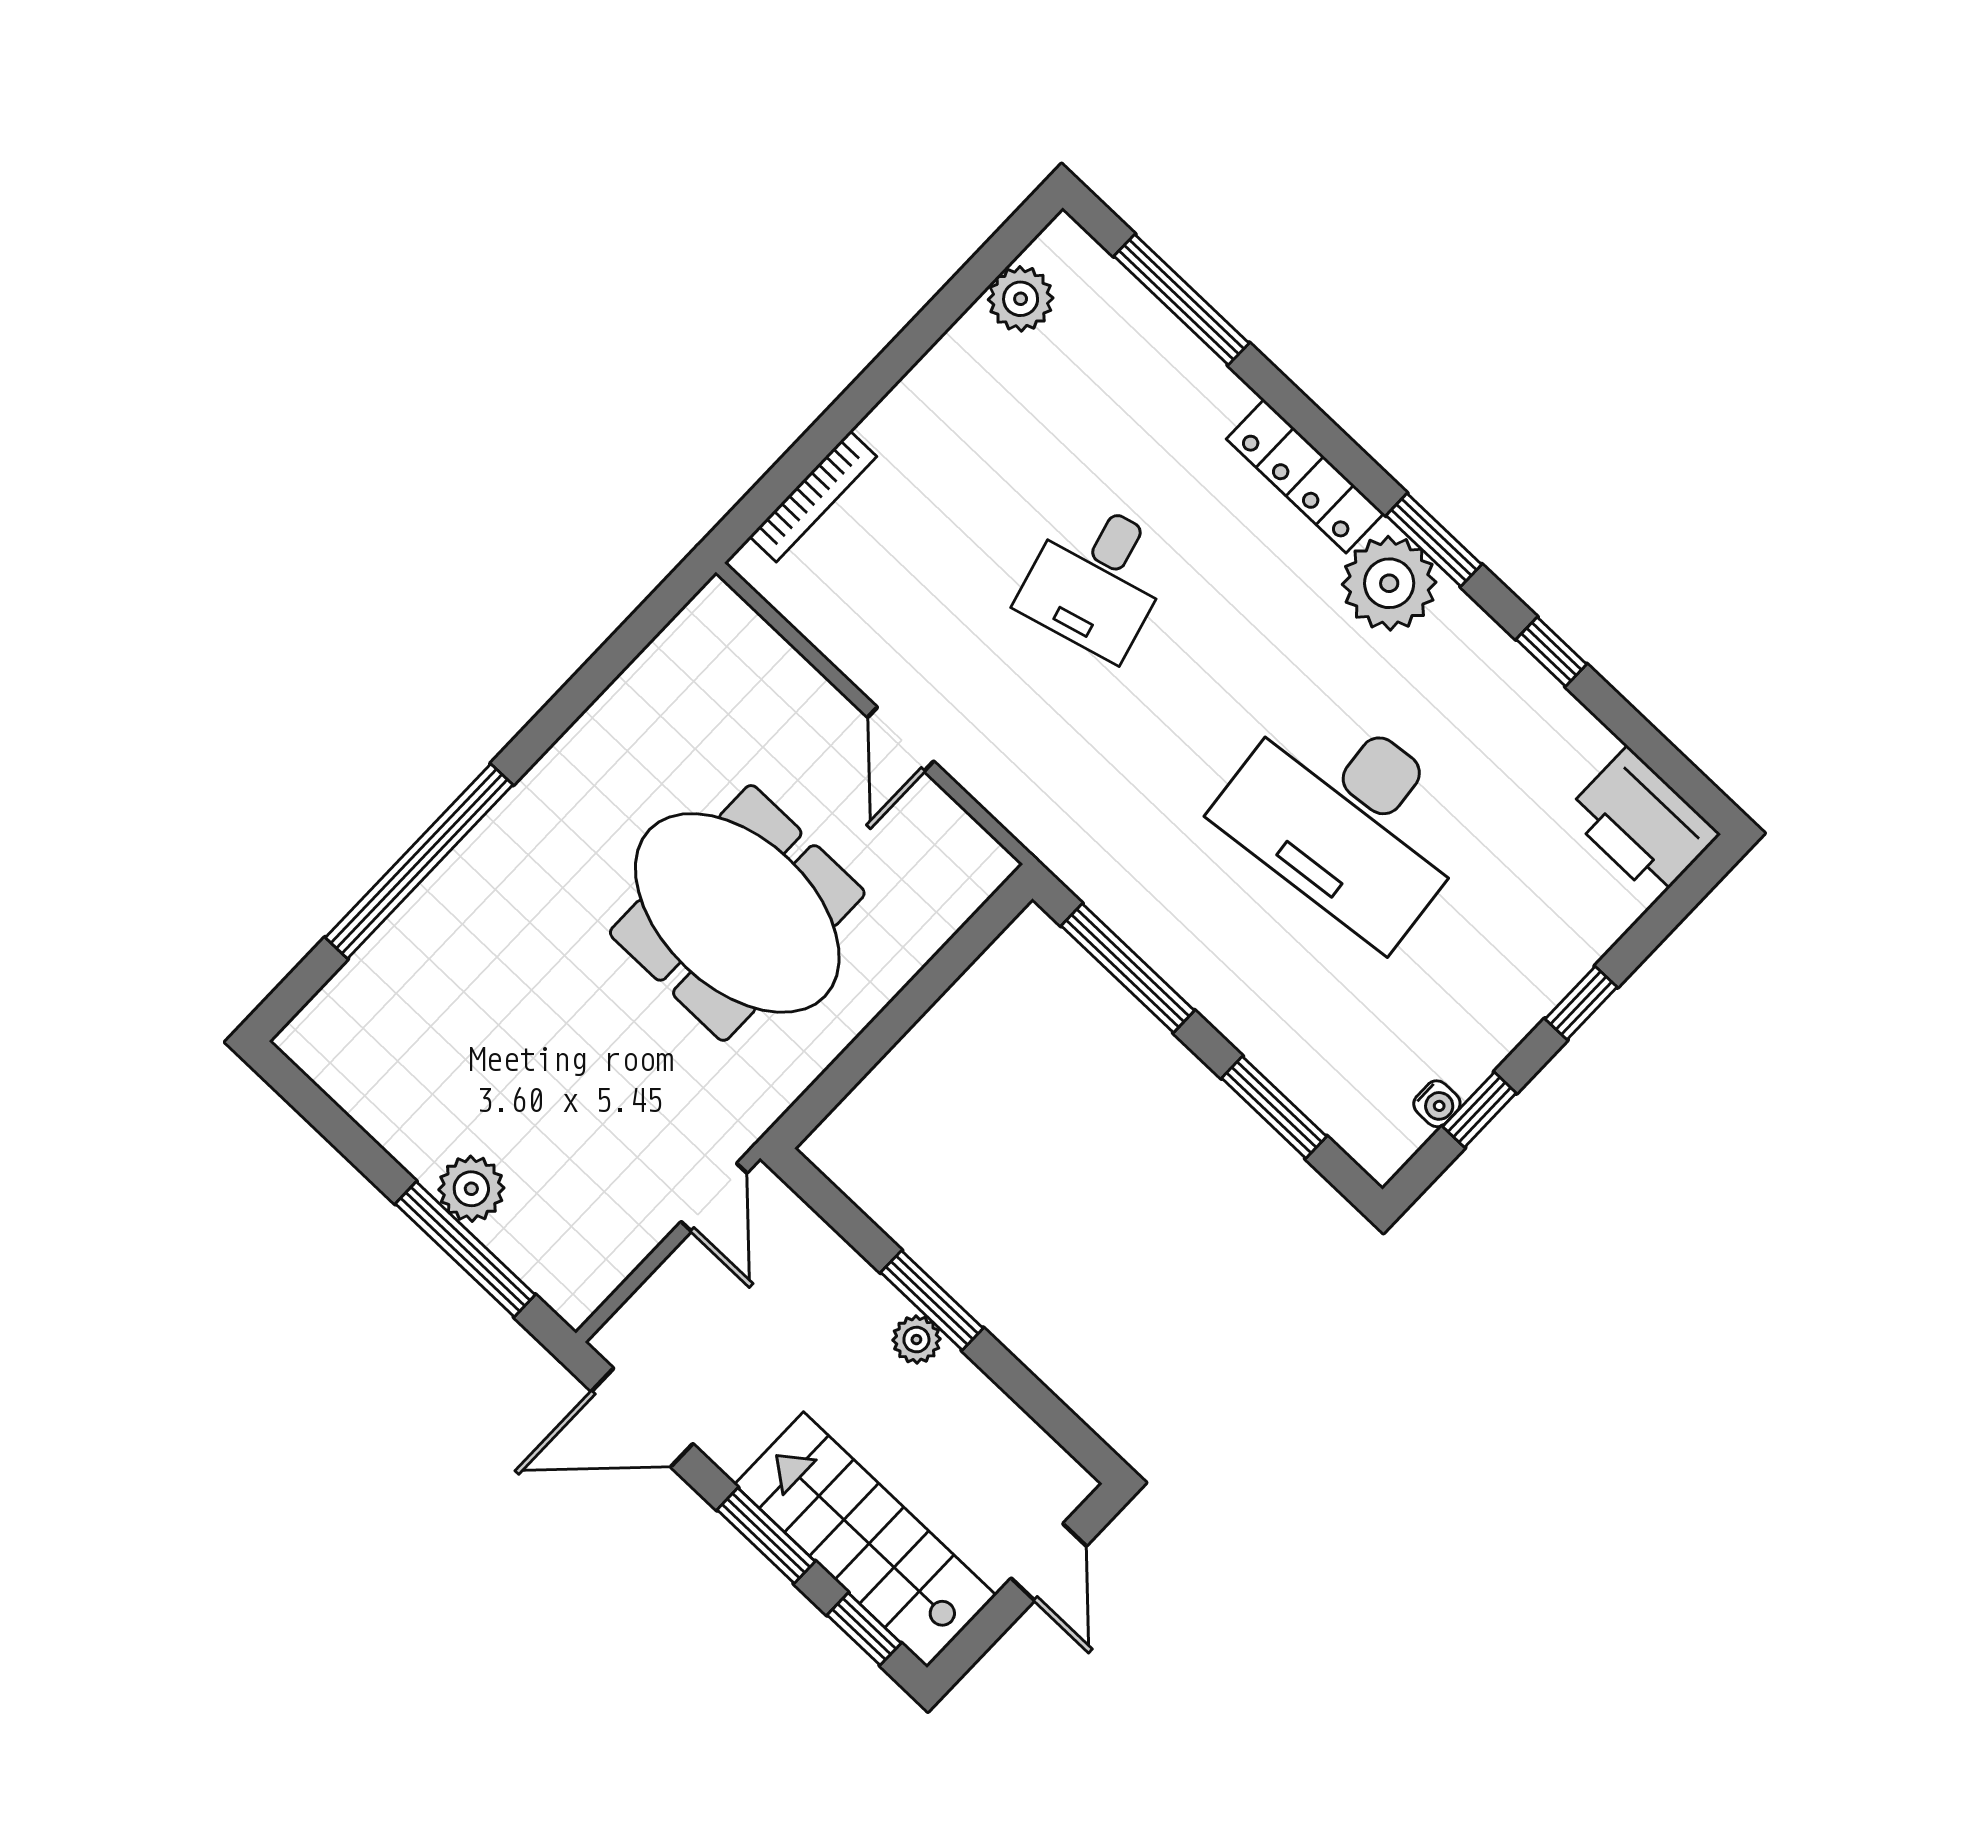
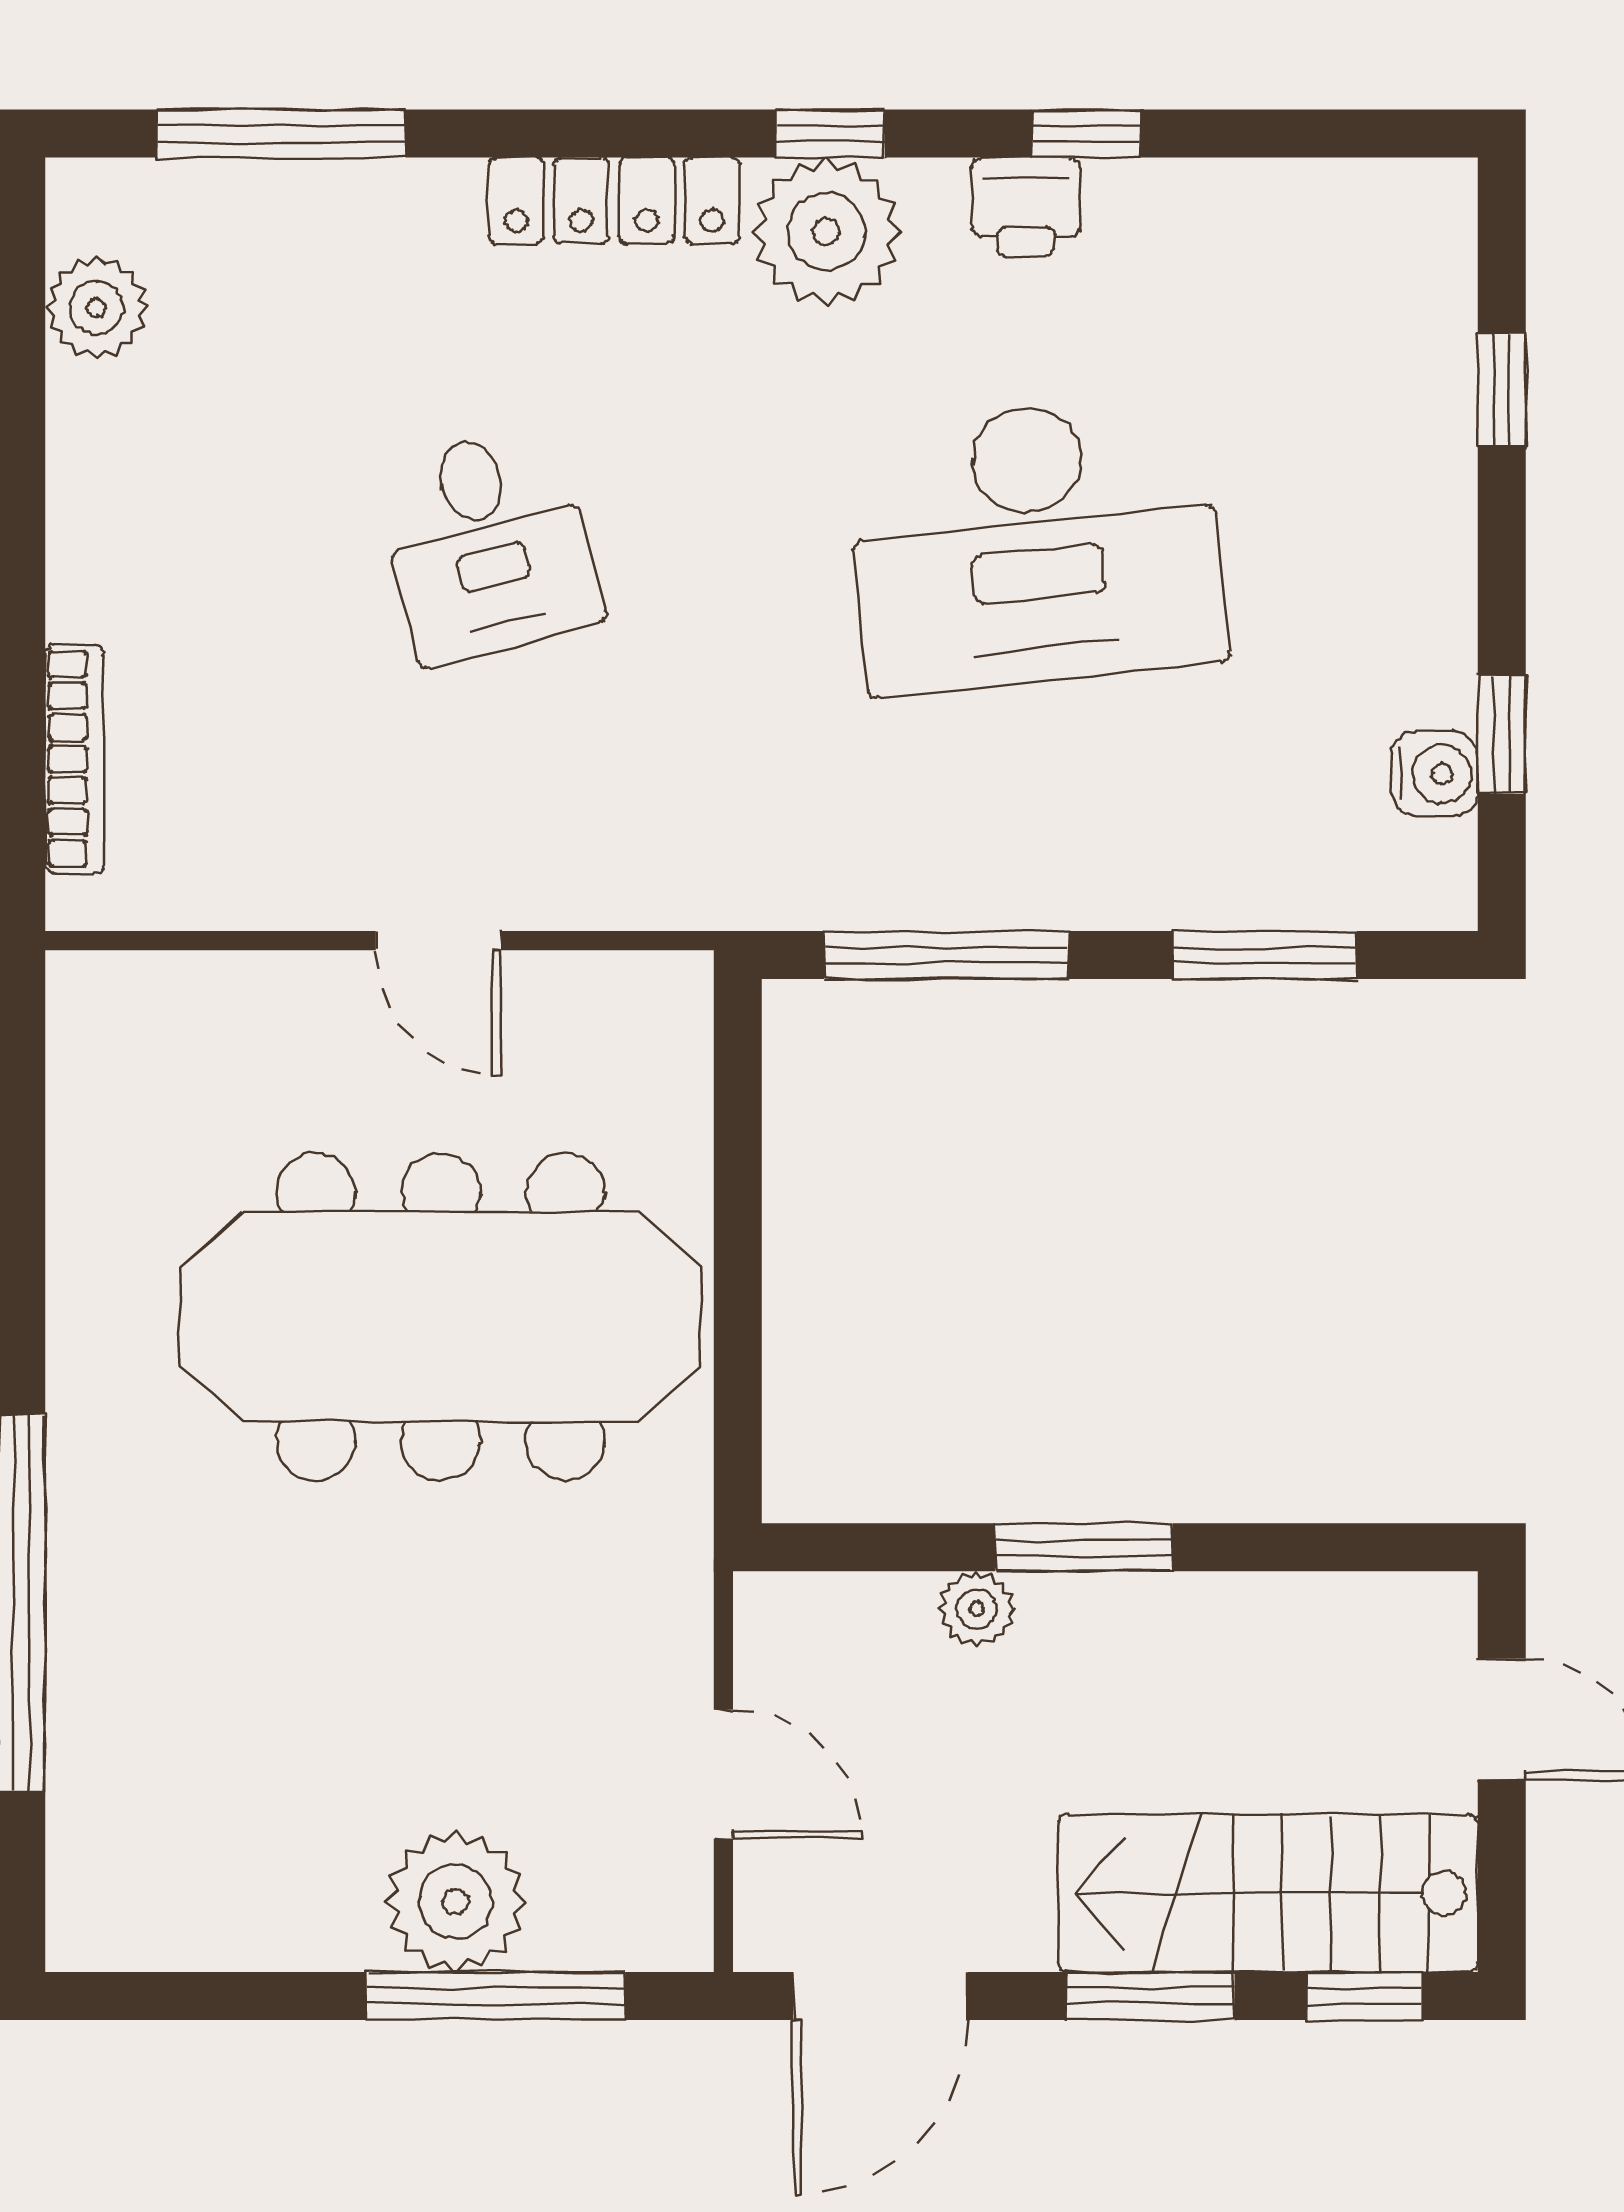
window: (1434, 540) -> (830, 134), width x0.67
printer: (1642, 823) -> (1026, 207), moved, width x0.53, depth x0.68
meeting table: (737, 913) -> (441, 1317), width x1.36
window: (1581, 1003) -> (1502, 390), moved
water cooler: (1437, 1104) -> (1435, 774), width x1.38, depth x1.38
plant: (471, 1189) -> (456, 1902), width x1.36, depth x1.36
door: (714, 1197) -> (723, 1774), moved
plant: (916, 1340) -> (977, 1609), moved

